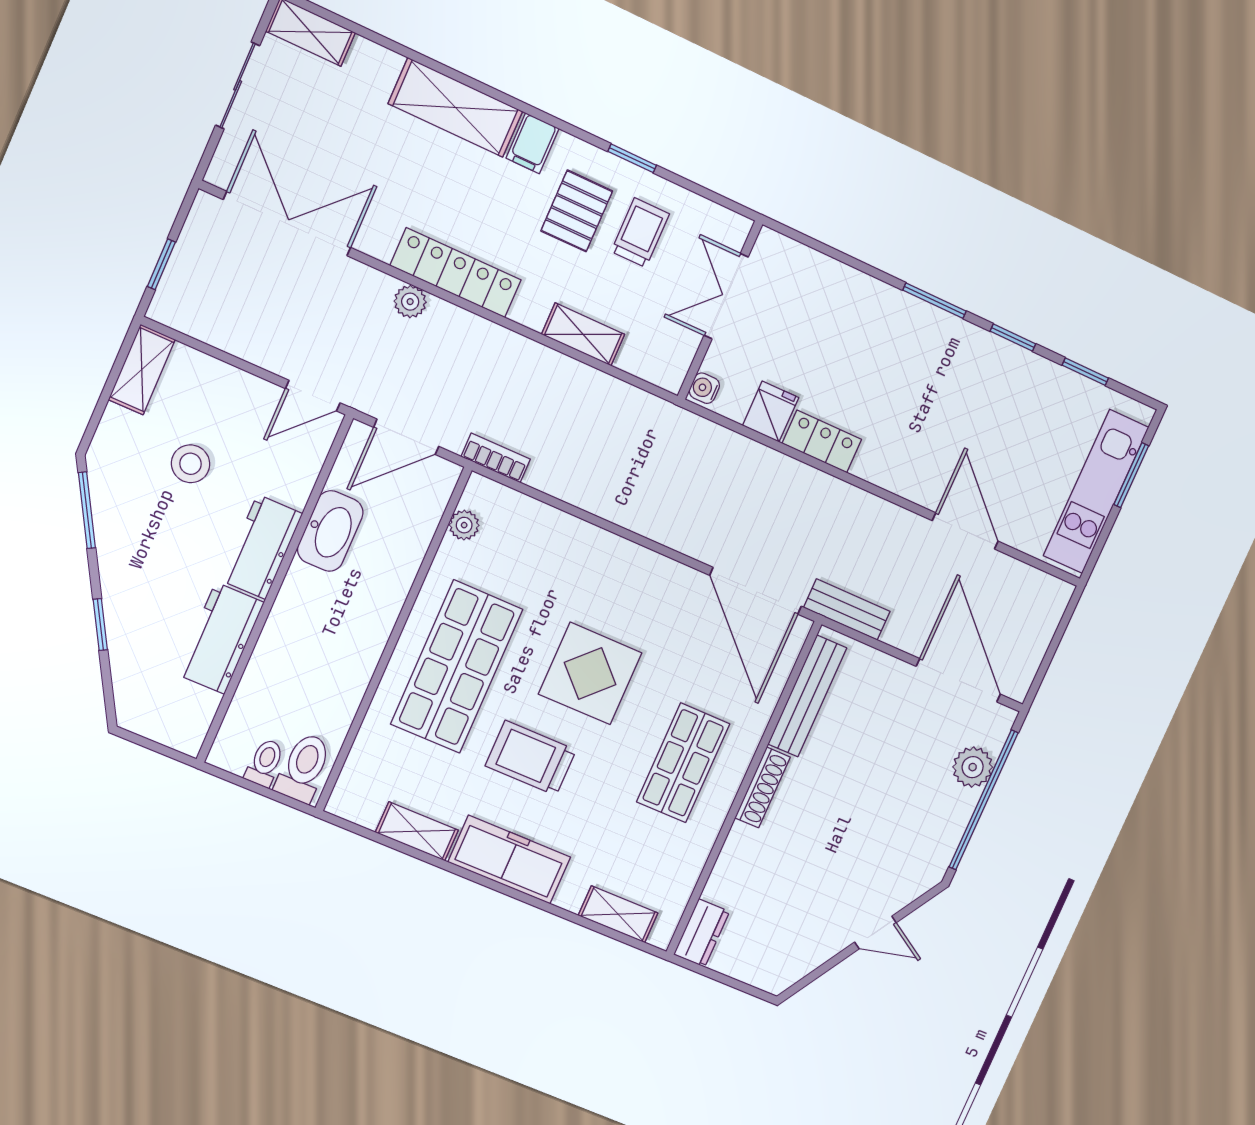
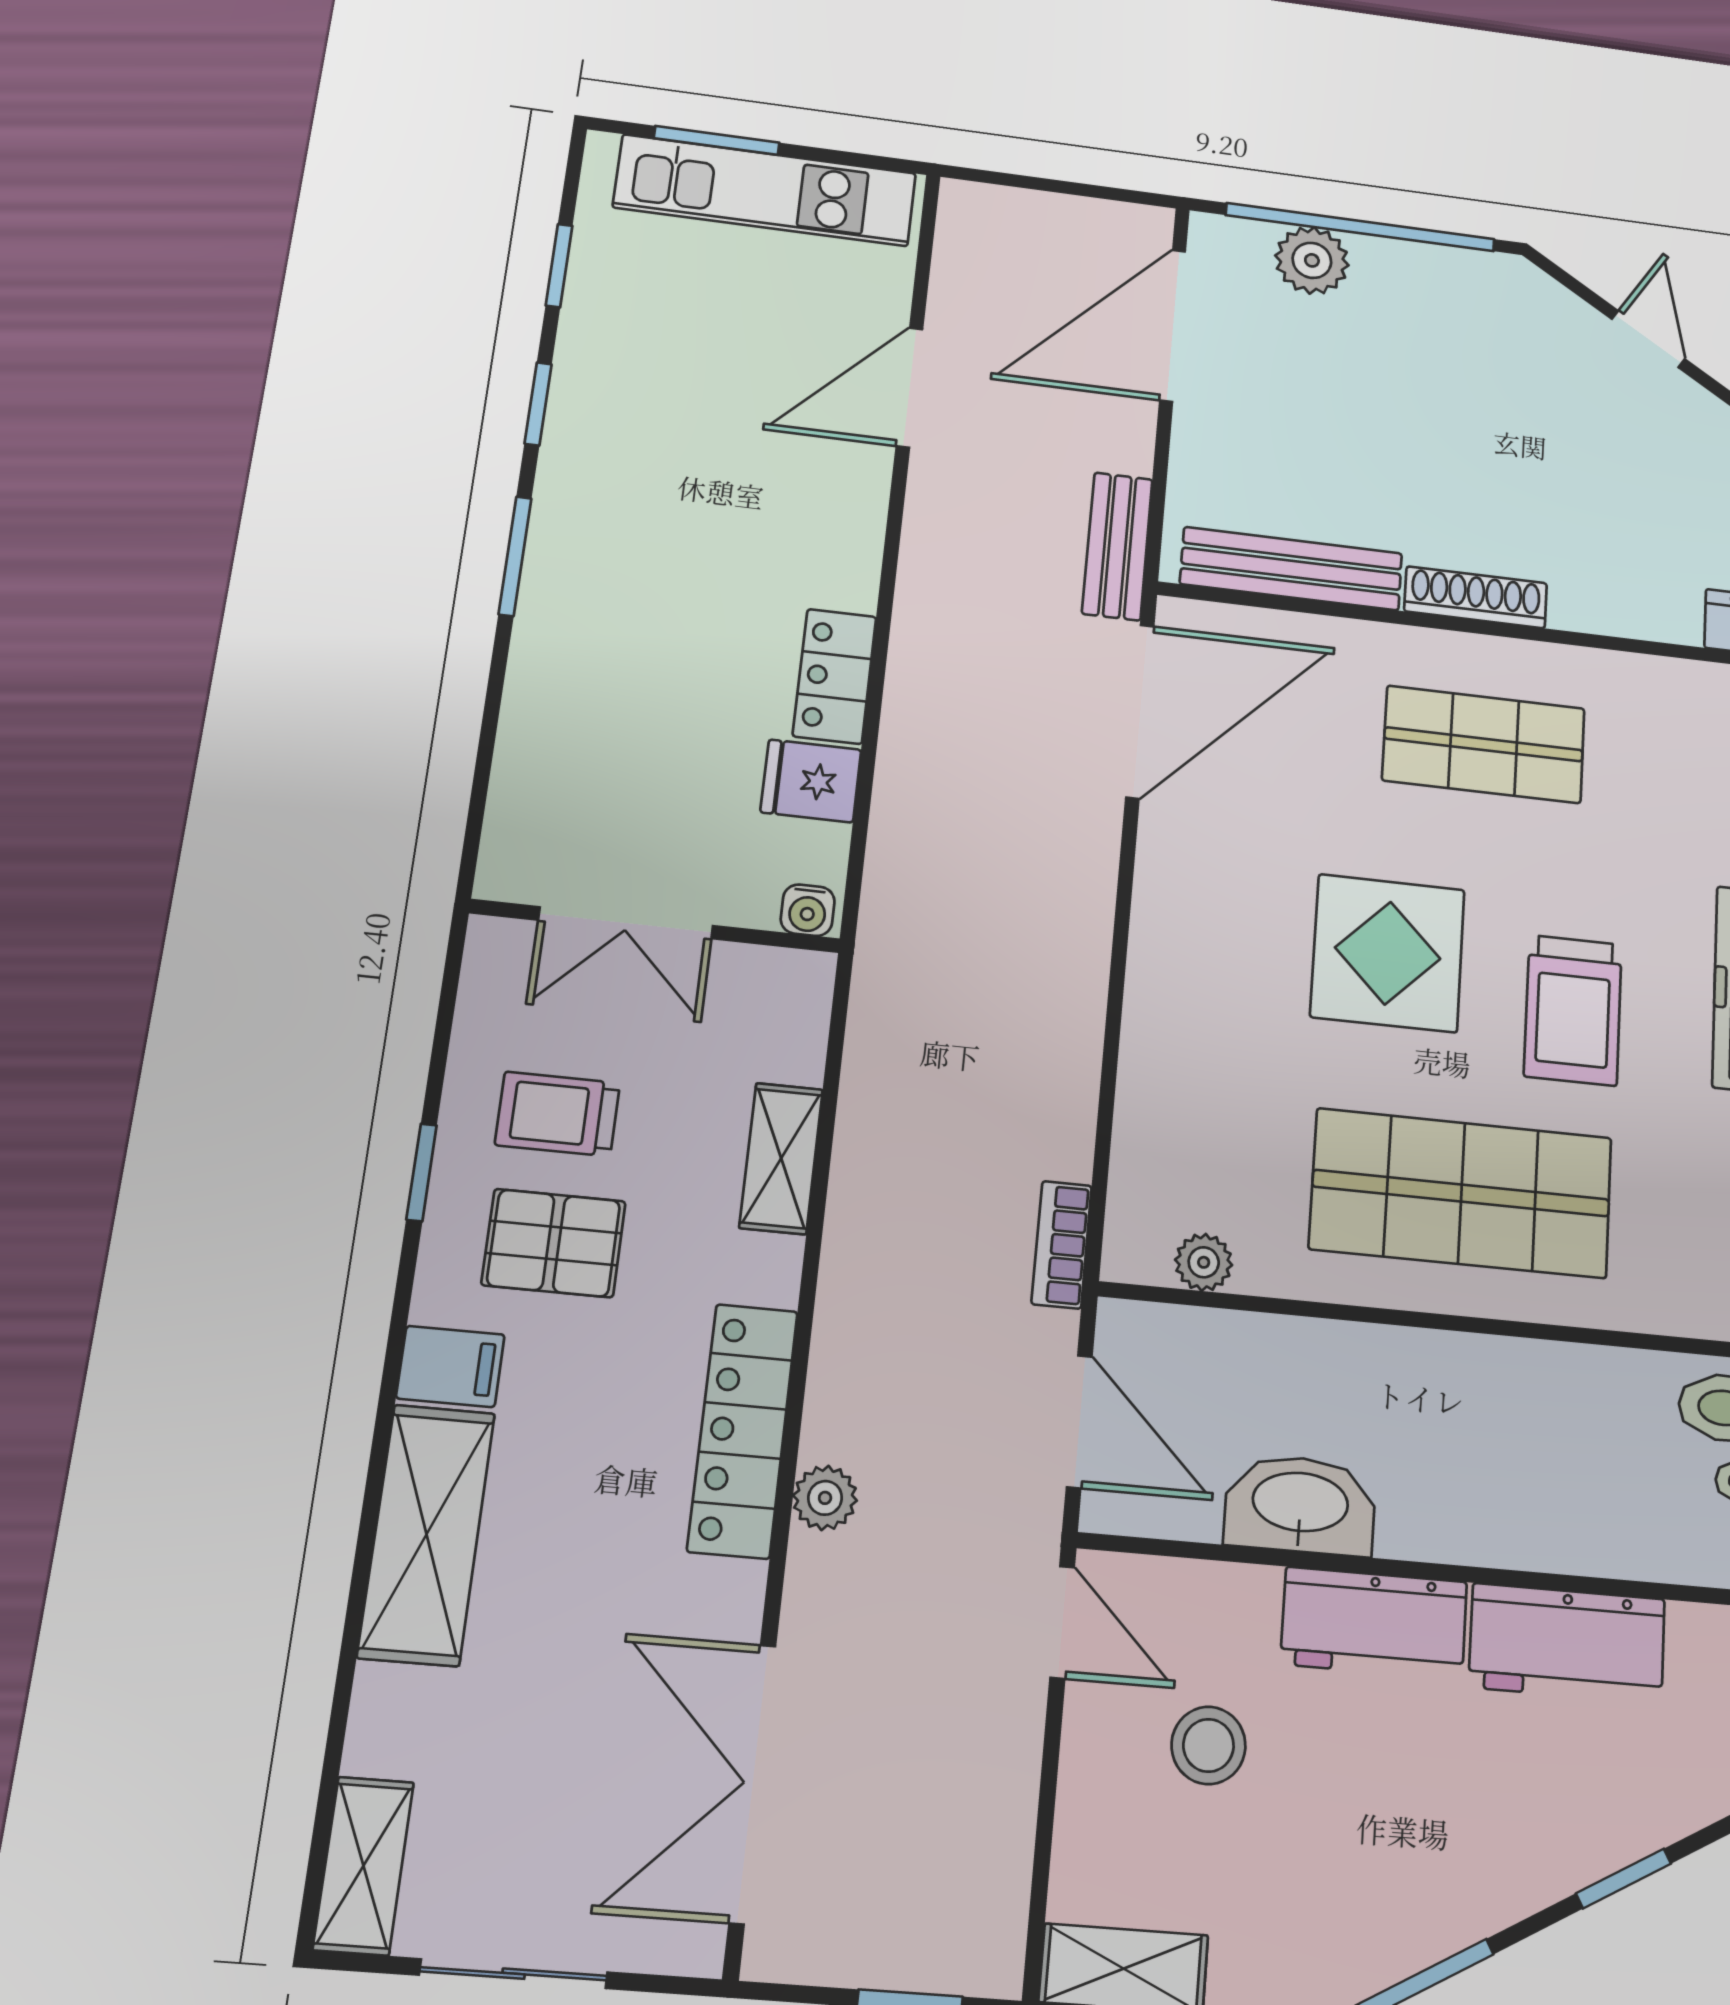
stool: (191, 464) -> (1208, 1745), moved

